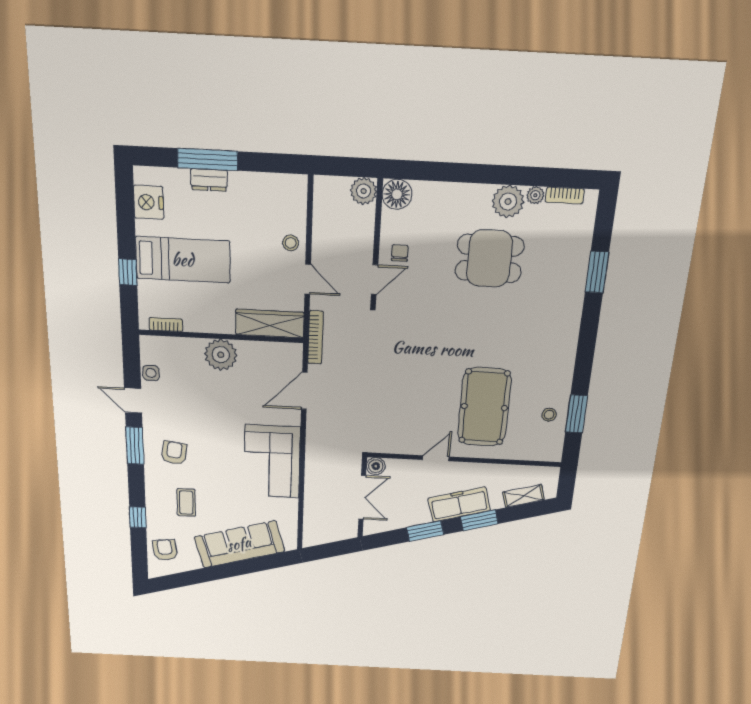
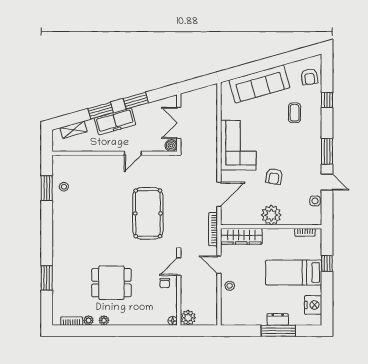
floor lamp: (397, 194) -> (173, 321), width x0.53, depth x0.53
plant: (508, 201) -> (104, 320), width x0.53, depth x0.53
pool table: (484, 407) -> (148, 213), moved
armchair: (174, 453) -> (274, 176), moved

